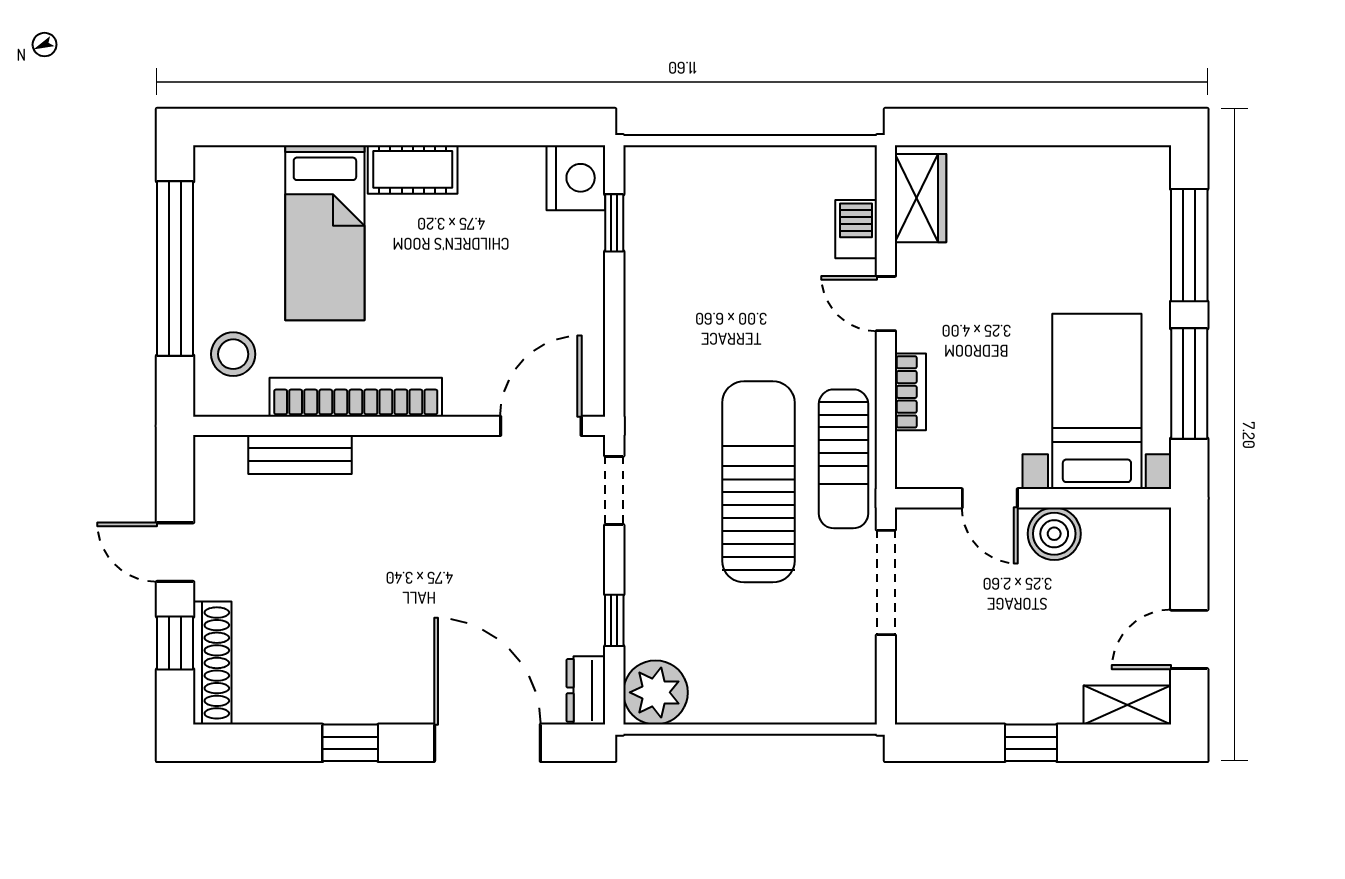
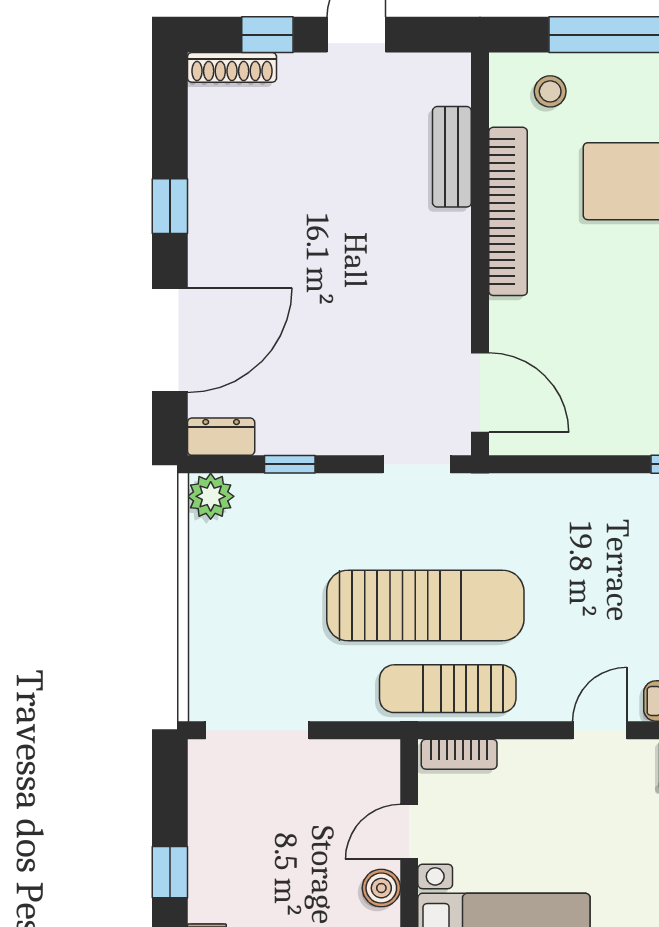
stool: (233, 354) -> (550, 91), width x0.73, depth x0.73
bookcase: (910, 392) -> (459, 754), moved
boiler: (1054, 534) -> (381, 888), width x0.73, depth x0.73
doorway: (886, 583) -> (257, 730), moved
shoe rack: (212, 663) -> (232, 67), width x0.74, depth x0.81
plant: (655, 692) -> (211, 496), width x0.73, depth x0.73

